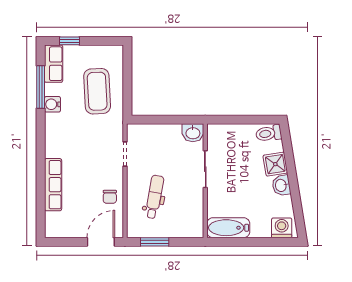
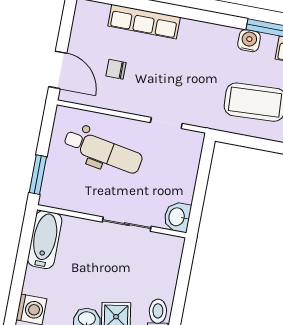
chair: (110, 197) -> (116, 69), moved
dental chair: (155, 197) -> (103, 151), width x1.36, depth x1.38
window: (155, 242) -> (38, 175), moved

